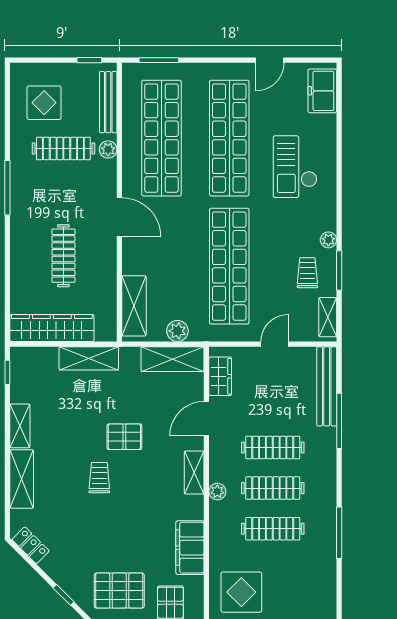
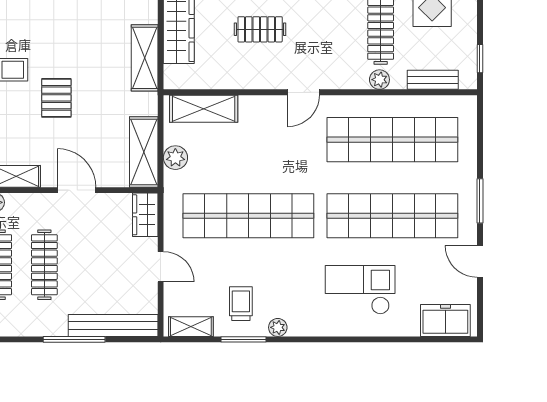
window: (159, 60) -> (480, 201), moved
bench: (108, 102) -> (433, 80), width x0.73
door: (119, 217) -> (303, 92), width x0.73
clothes rail: (63, 256) -> (260, 29), width x0.73
trolley: (307, 273) -> (241, 304), turned -90
wardrobe: (220, 376) -> (145, 215), moved, turned 90

